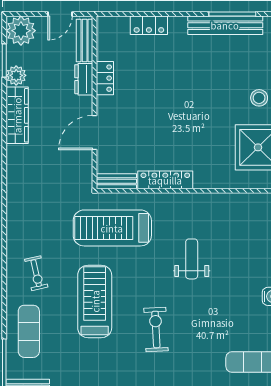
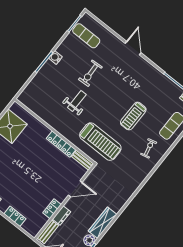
weight bench: (192, 259) -> (77, 101), turned 180
treadmill: (95, 301) -> (133, 116), width x0.73, depth x0.73
exercise bike: (156, 329) -> (90, 73), moved

